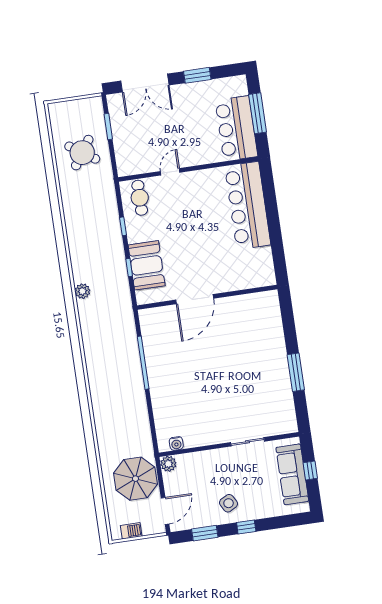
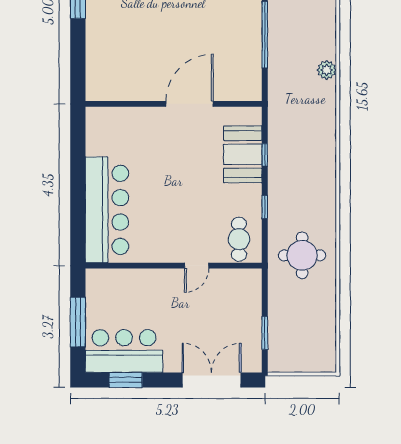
window: (197, 75) -> (126, 380), moved
bar counter: (236, 128) -> (124, 351), moved, turned -90
round table: (82, 153) -> (302, 255), moved, turned -34
plant: (82, 291) -> (327, 70), moved

